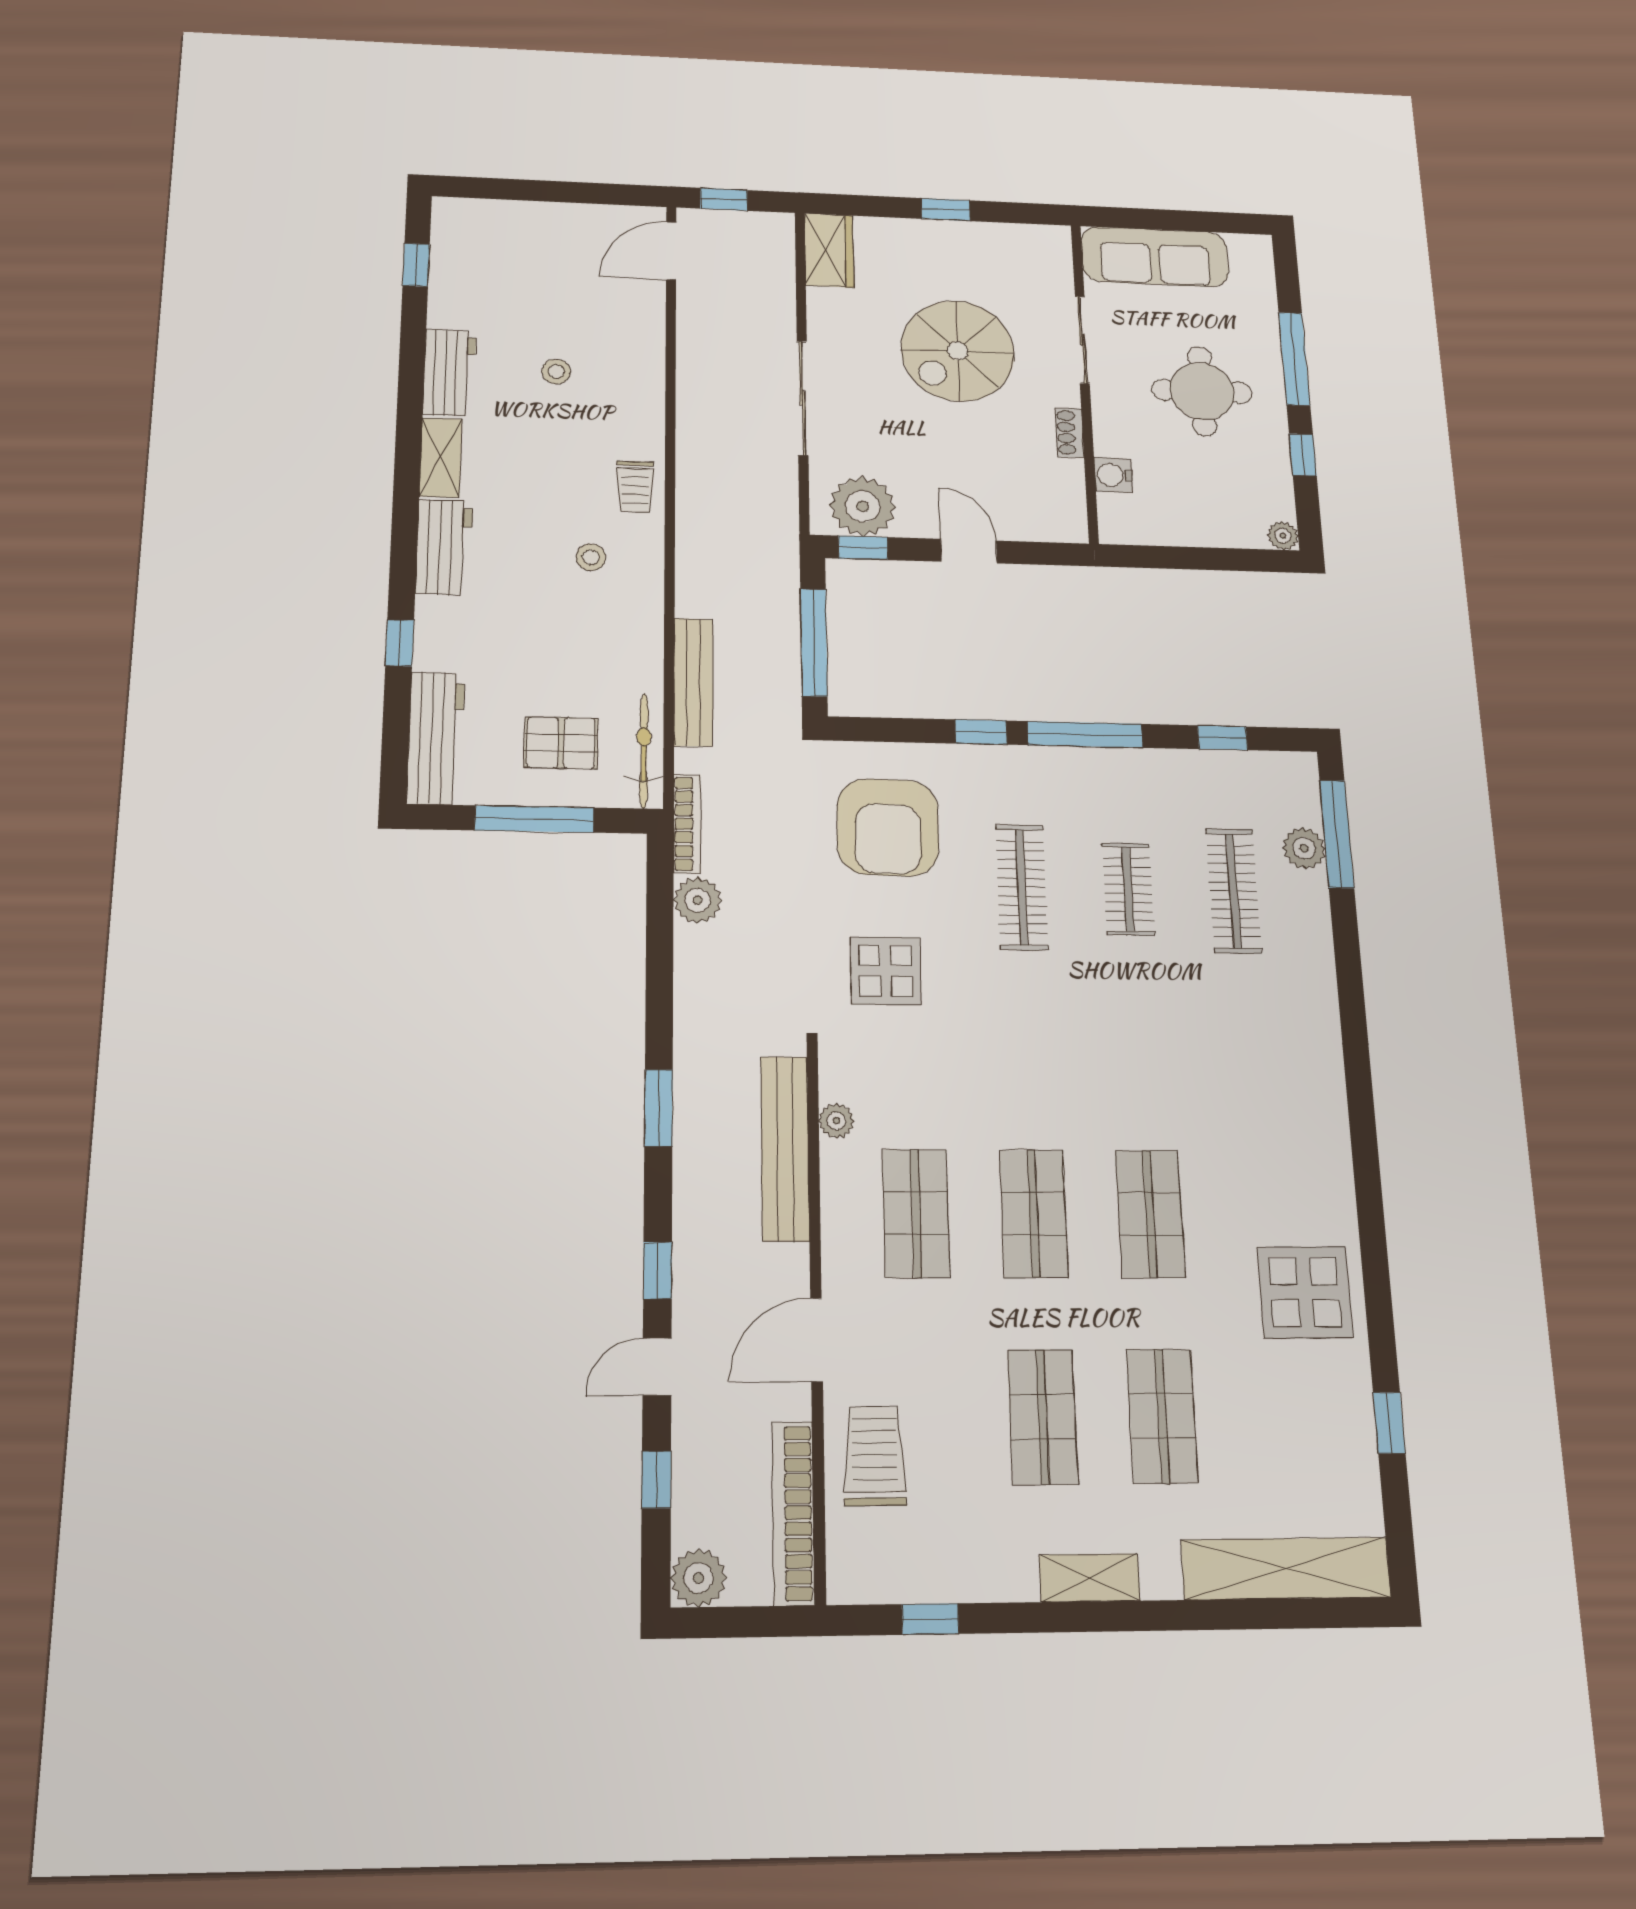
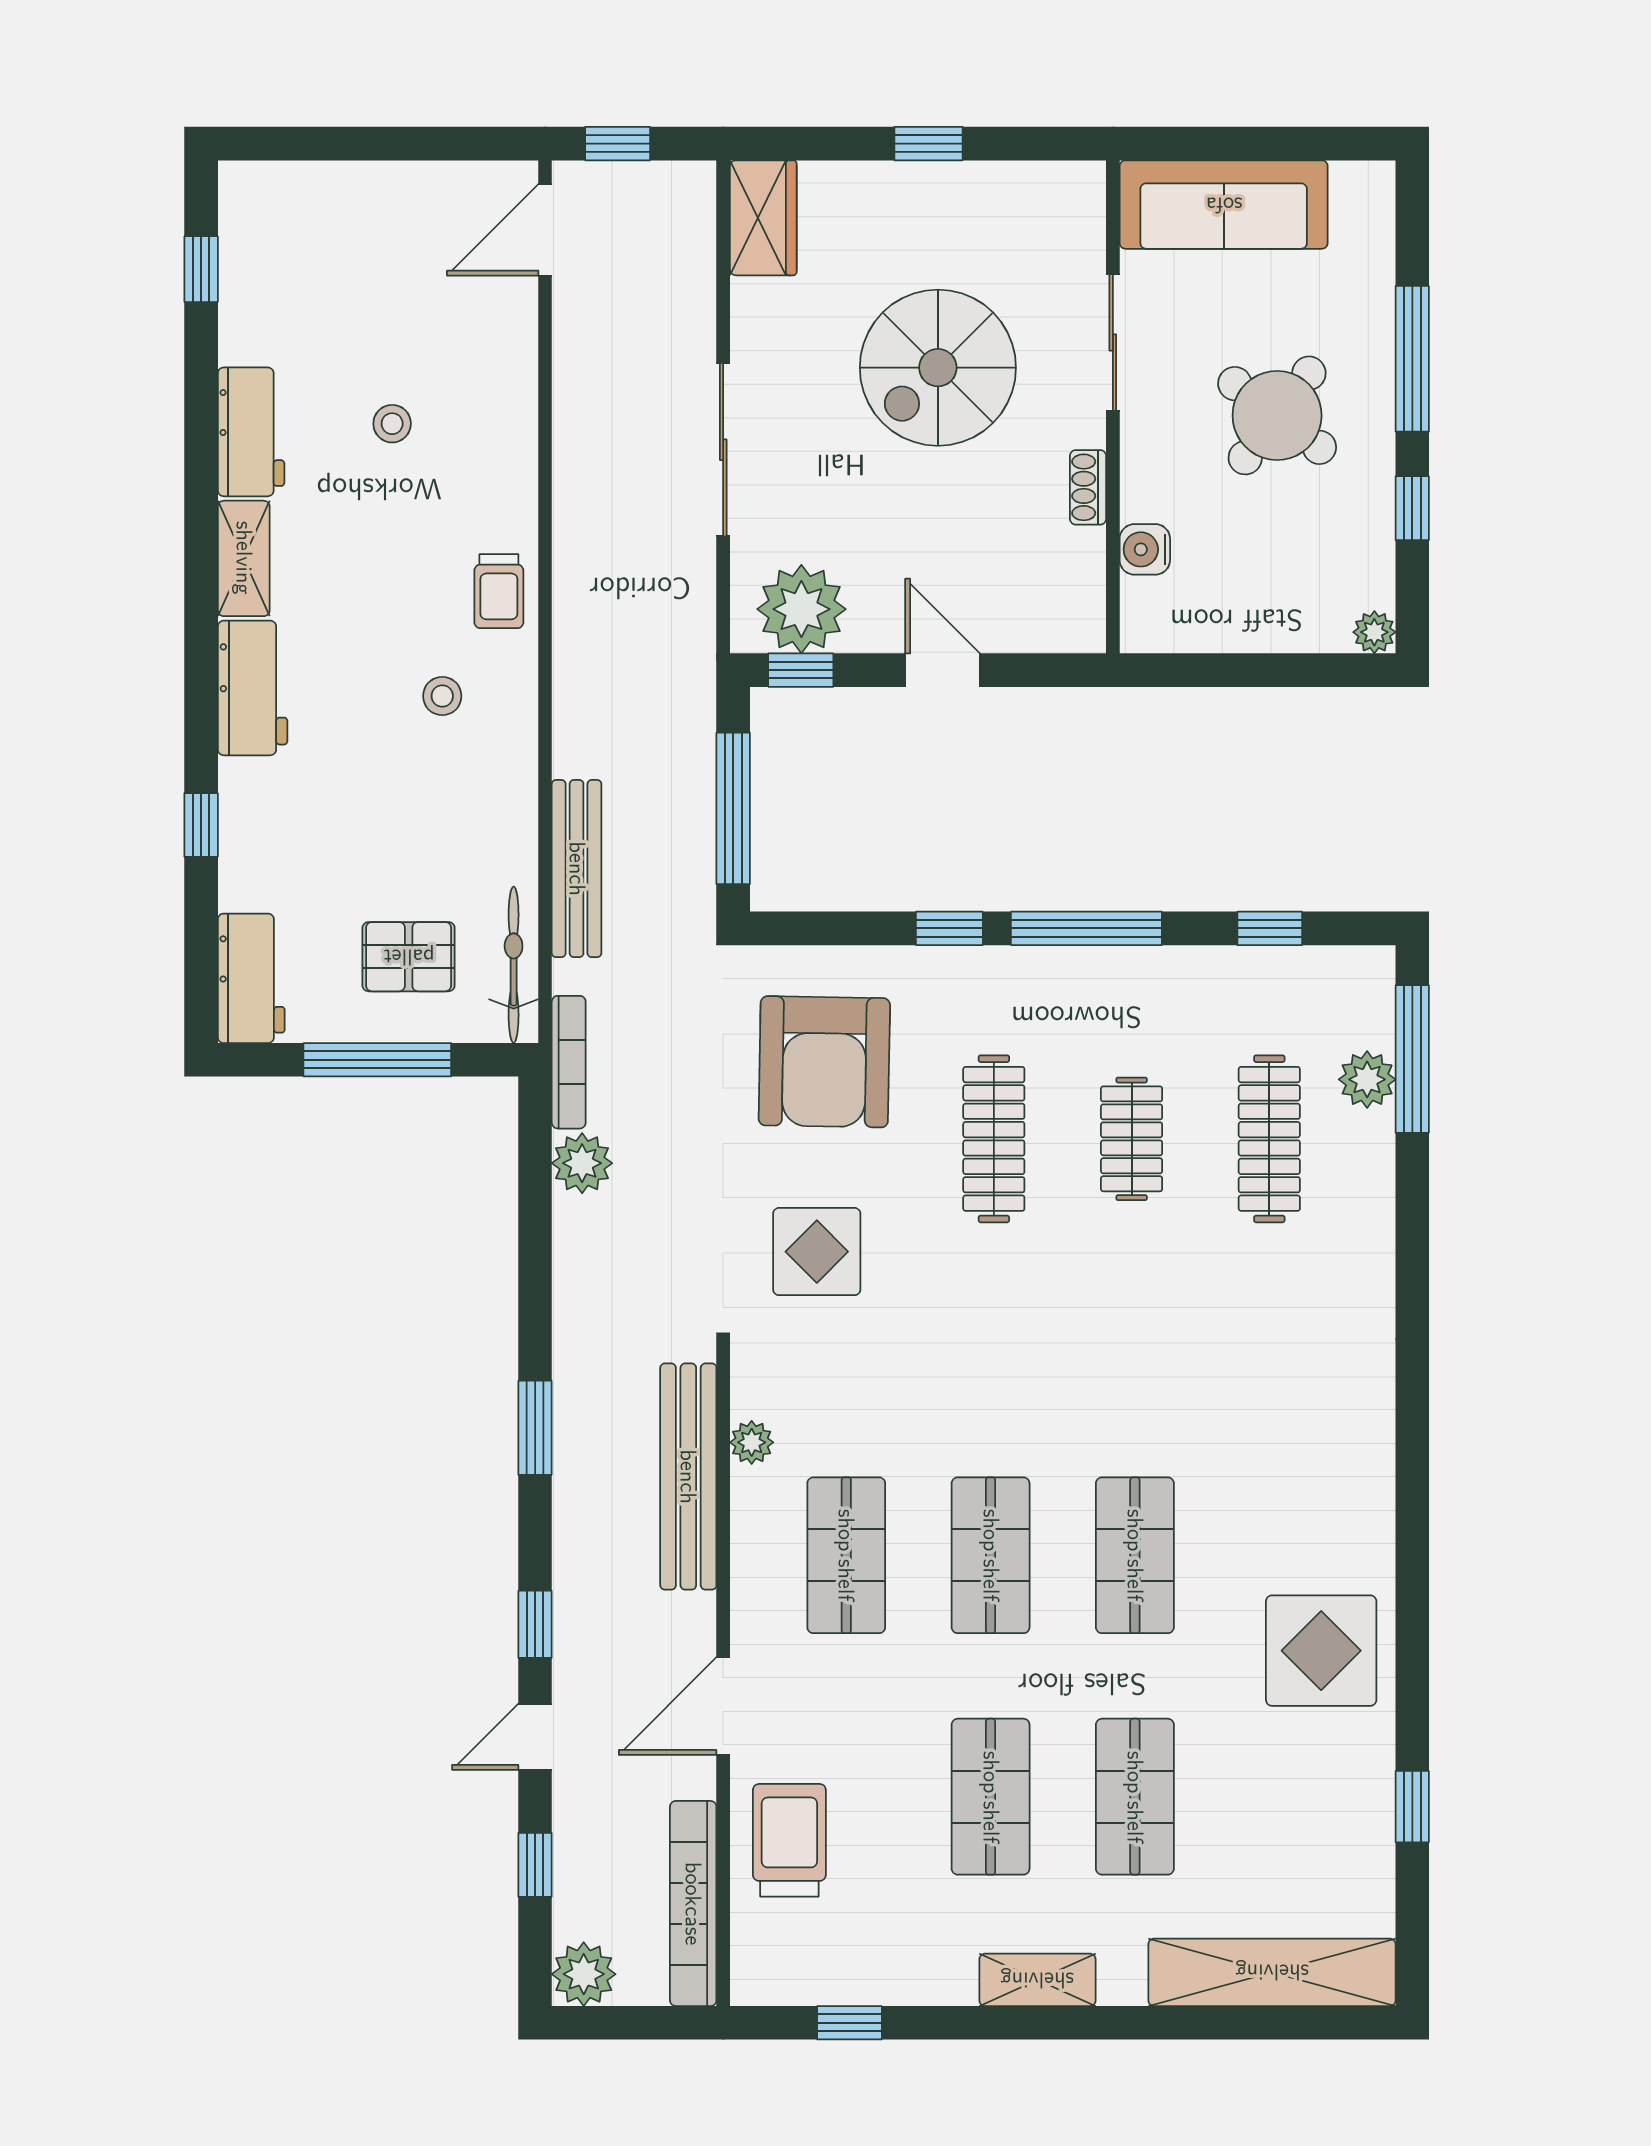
round table: (1202, 391) -> (1277, 415), turned 37
workbench: (436, 738) -> (251, 978), width x0.73

